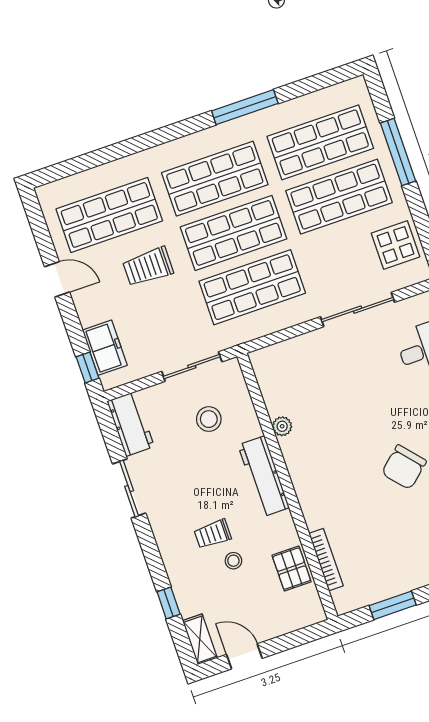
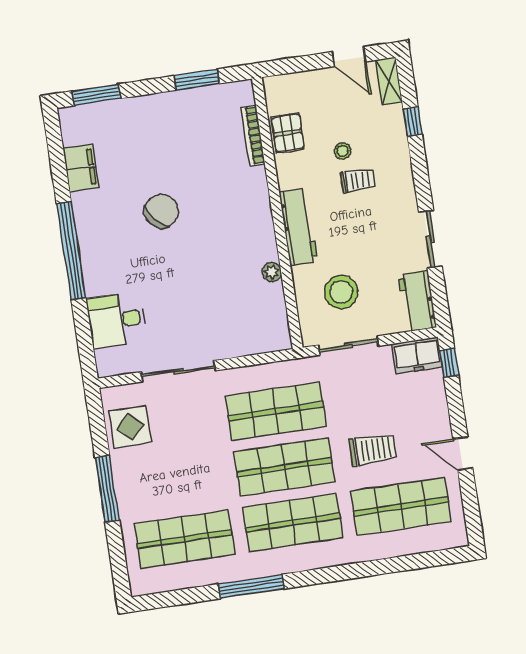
window: (398, 152) -> (107, 489), moved
shop shelf: (339, 197) -> (176, 483), removed
freezer: (105, 348) -> (417, 355), moved, turned -90
stool: (209, 419) -> (341, 292), width x1.38, depth x1.38

